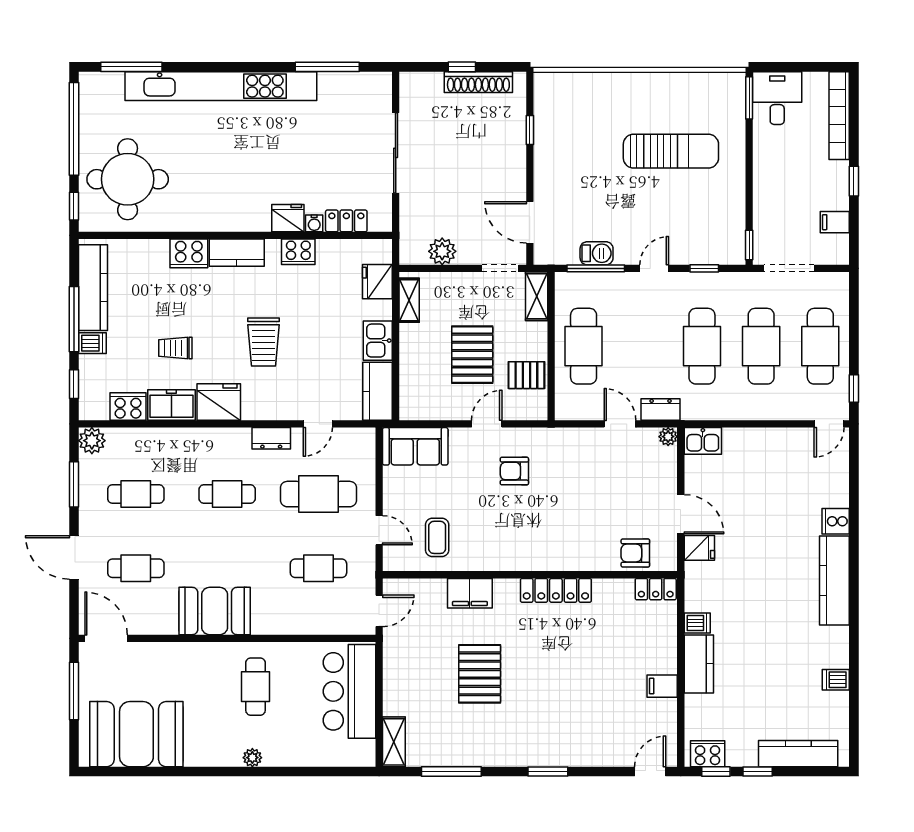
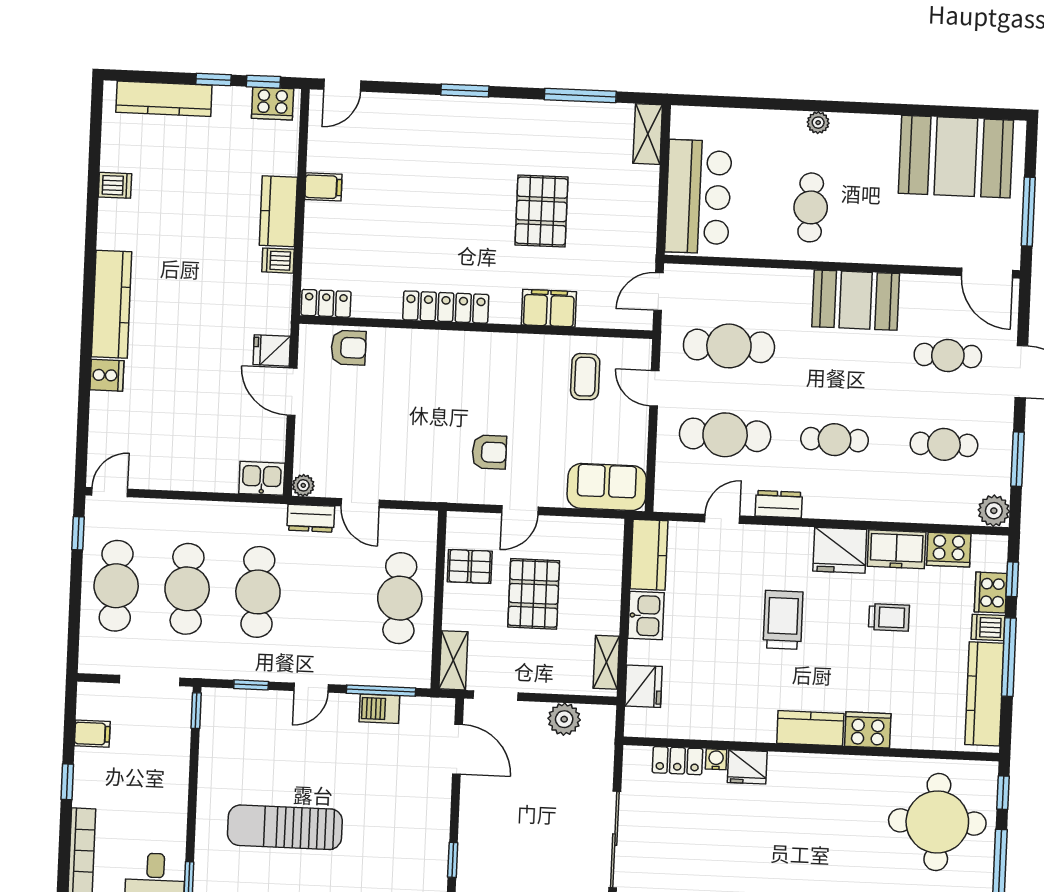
cooker: (298, 252) -> (991, 593), moved, turned -90
cafe table: (318, 568) -> (729, 346), width x1.37, depth x1.35

